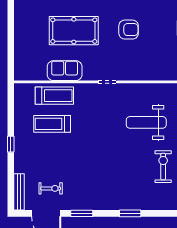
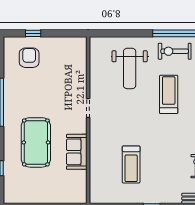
armchair: (129, 30) -> (29, 58), moved
treadmill: (54, 96) -> (169, 94), moved

